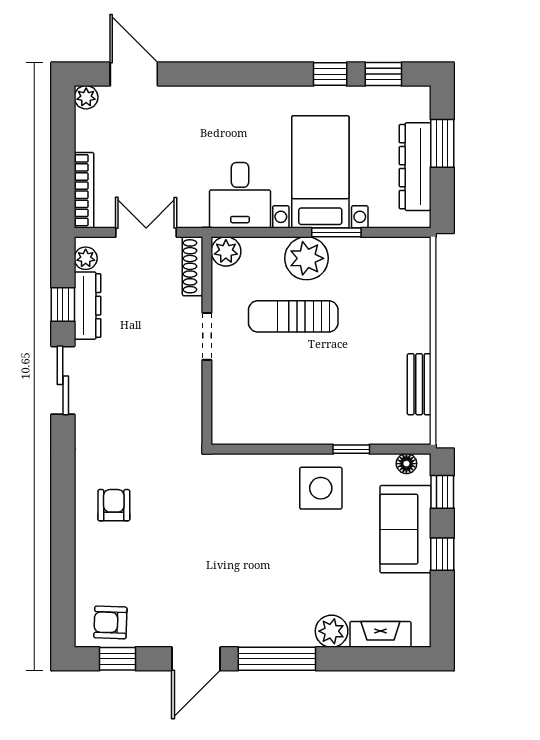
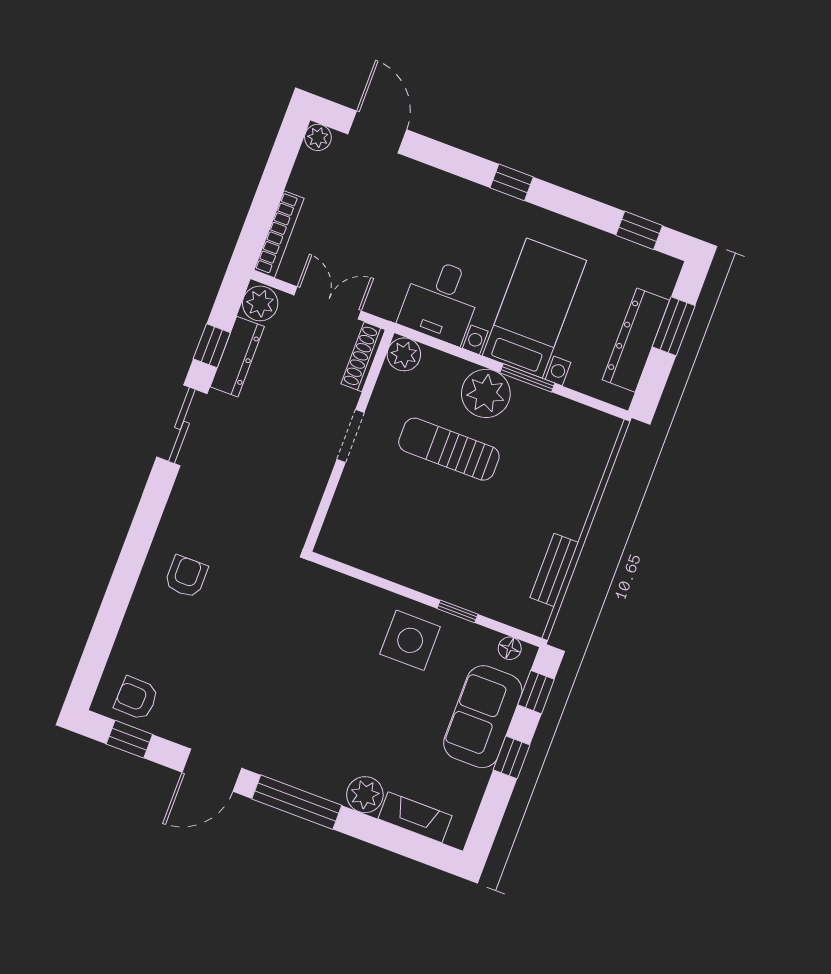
window: (330, 74) -> (512, 182), moved
plant: (86, 258) -> (260, 303), width x1.38, depth x1.38

